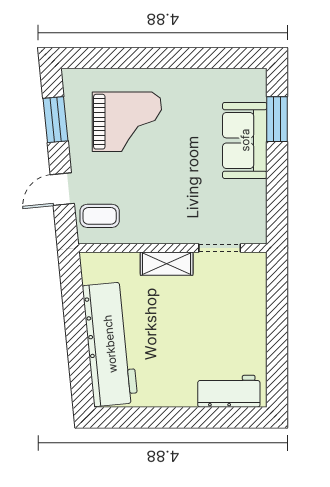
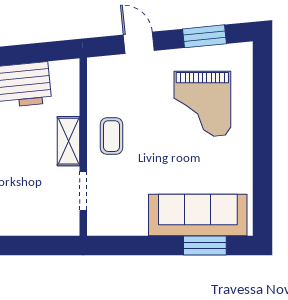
sofa: (245, 140) -> (198, 215), width x1.36
coffee table: (100, 216) -> (111, 136), moved

